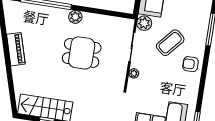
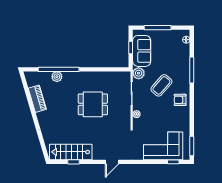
plant: (75, 17) -> (57, 77), moved
piano: (16, 49) -> (37, 99), moved

